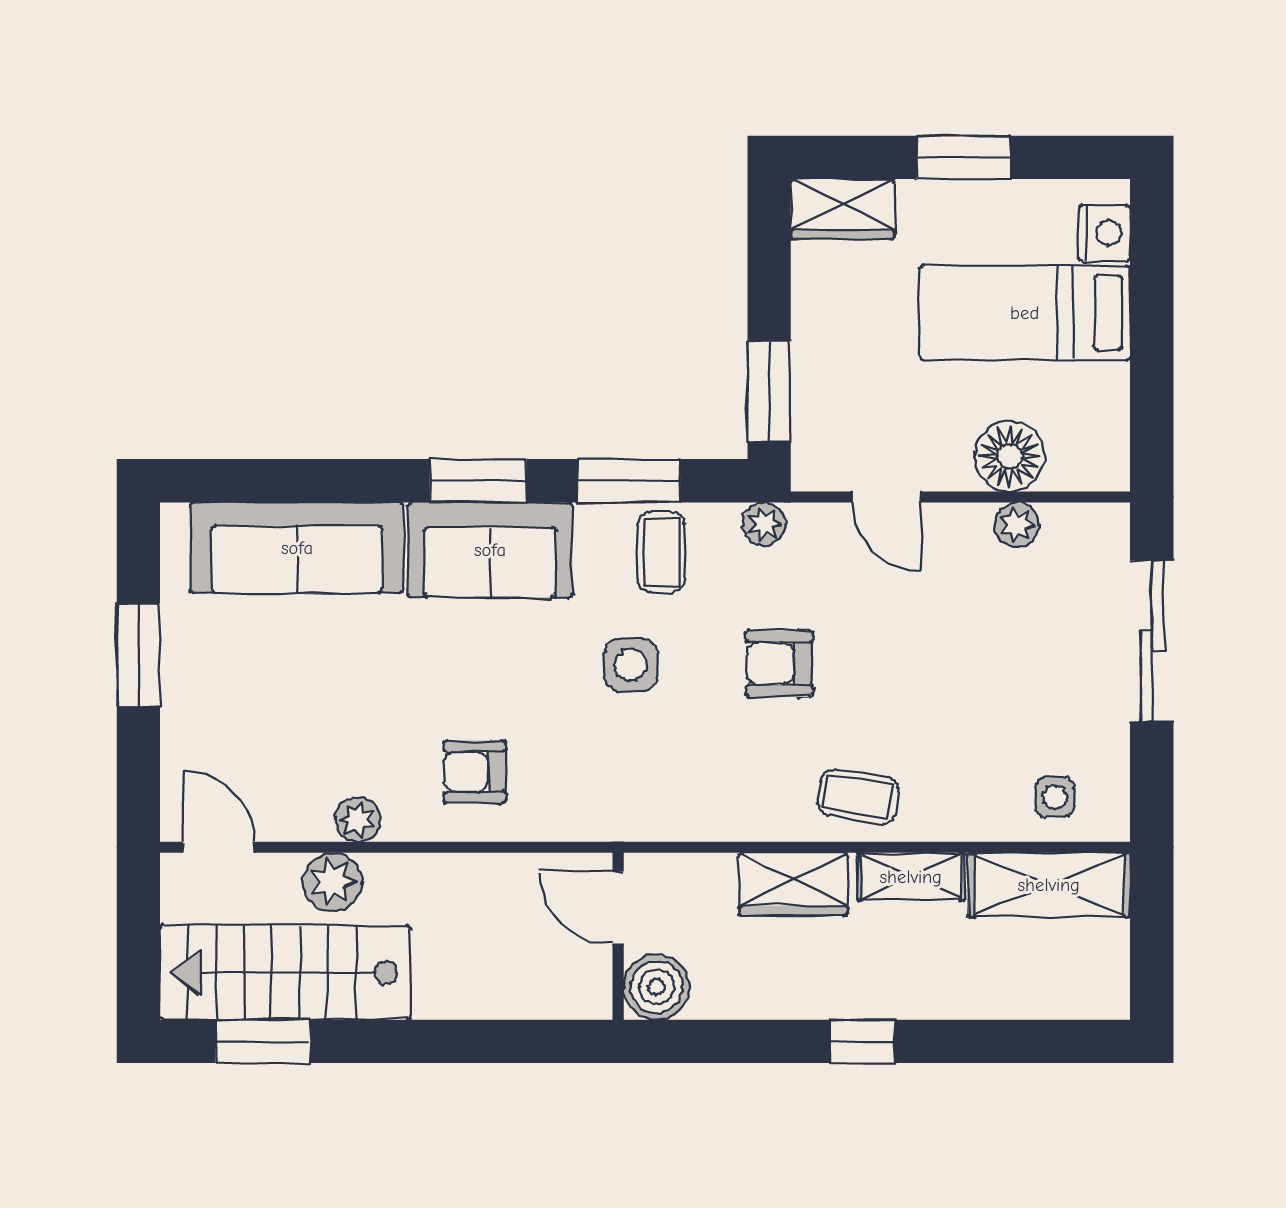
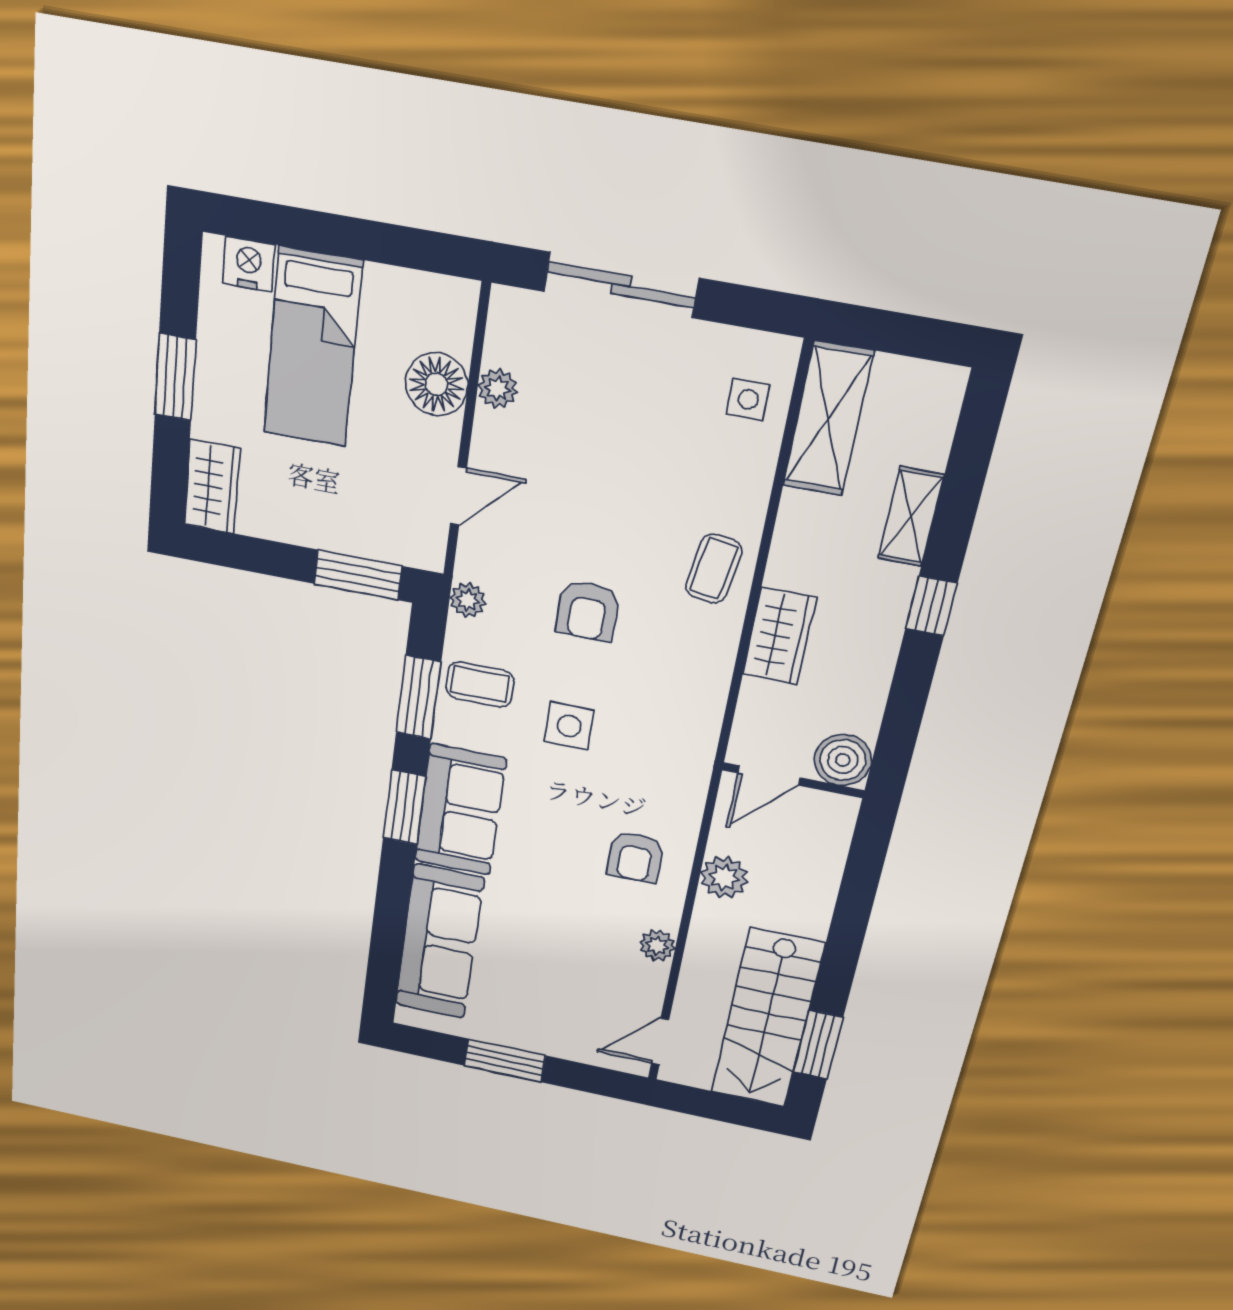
shelving: (911, 877) -> (911, 517), moved
plant: (332, 882) -> (724, 877), moved

